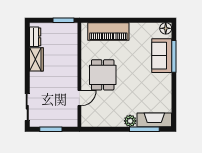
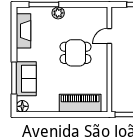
dining table: (103, 75) -> (75, 53), moved, turned 90
fireplace: (154, 120) -> (24, 31), moved, turned -90

